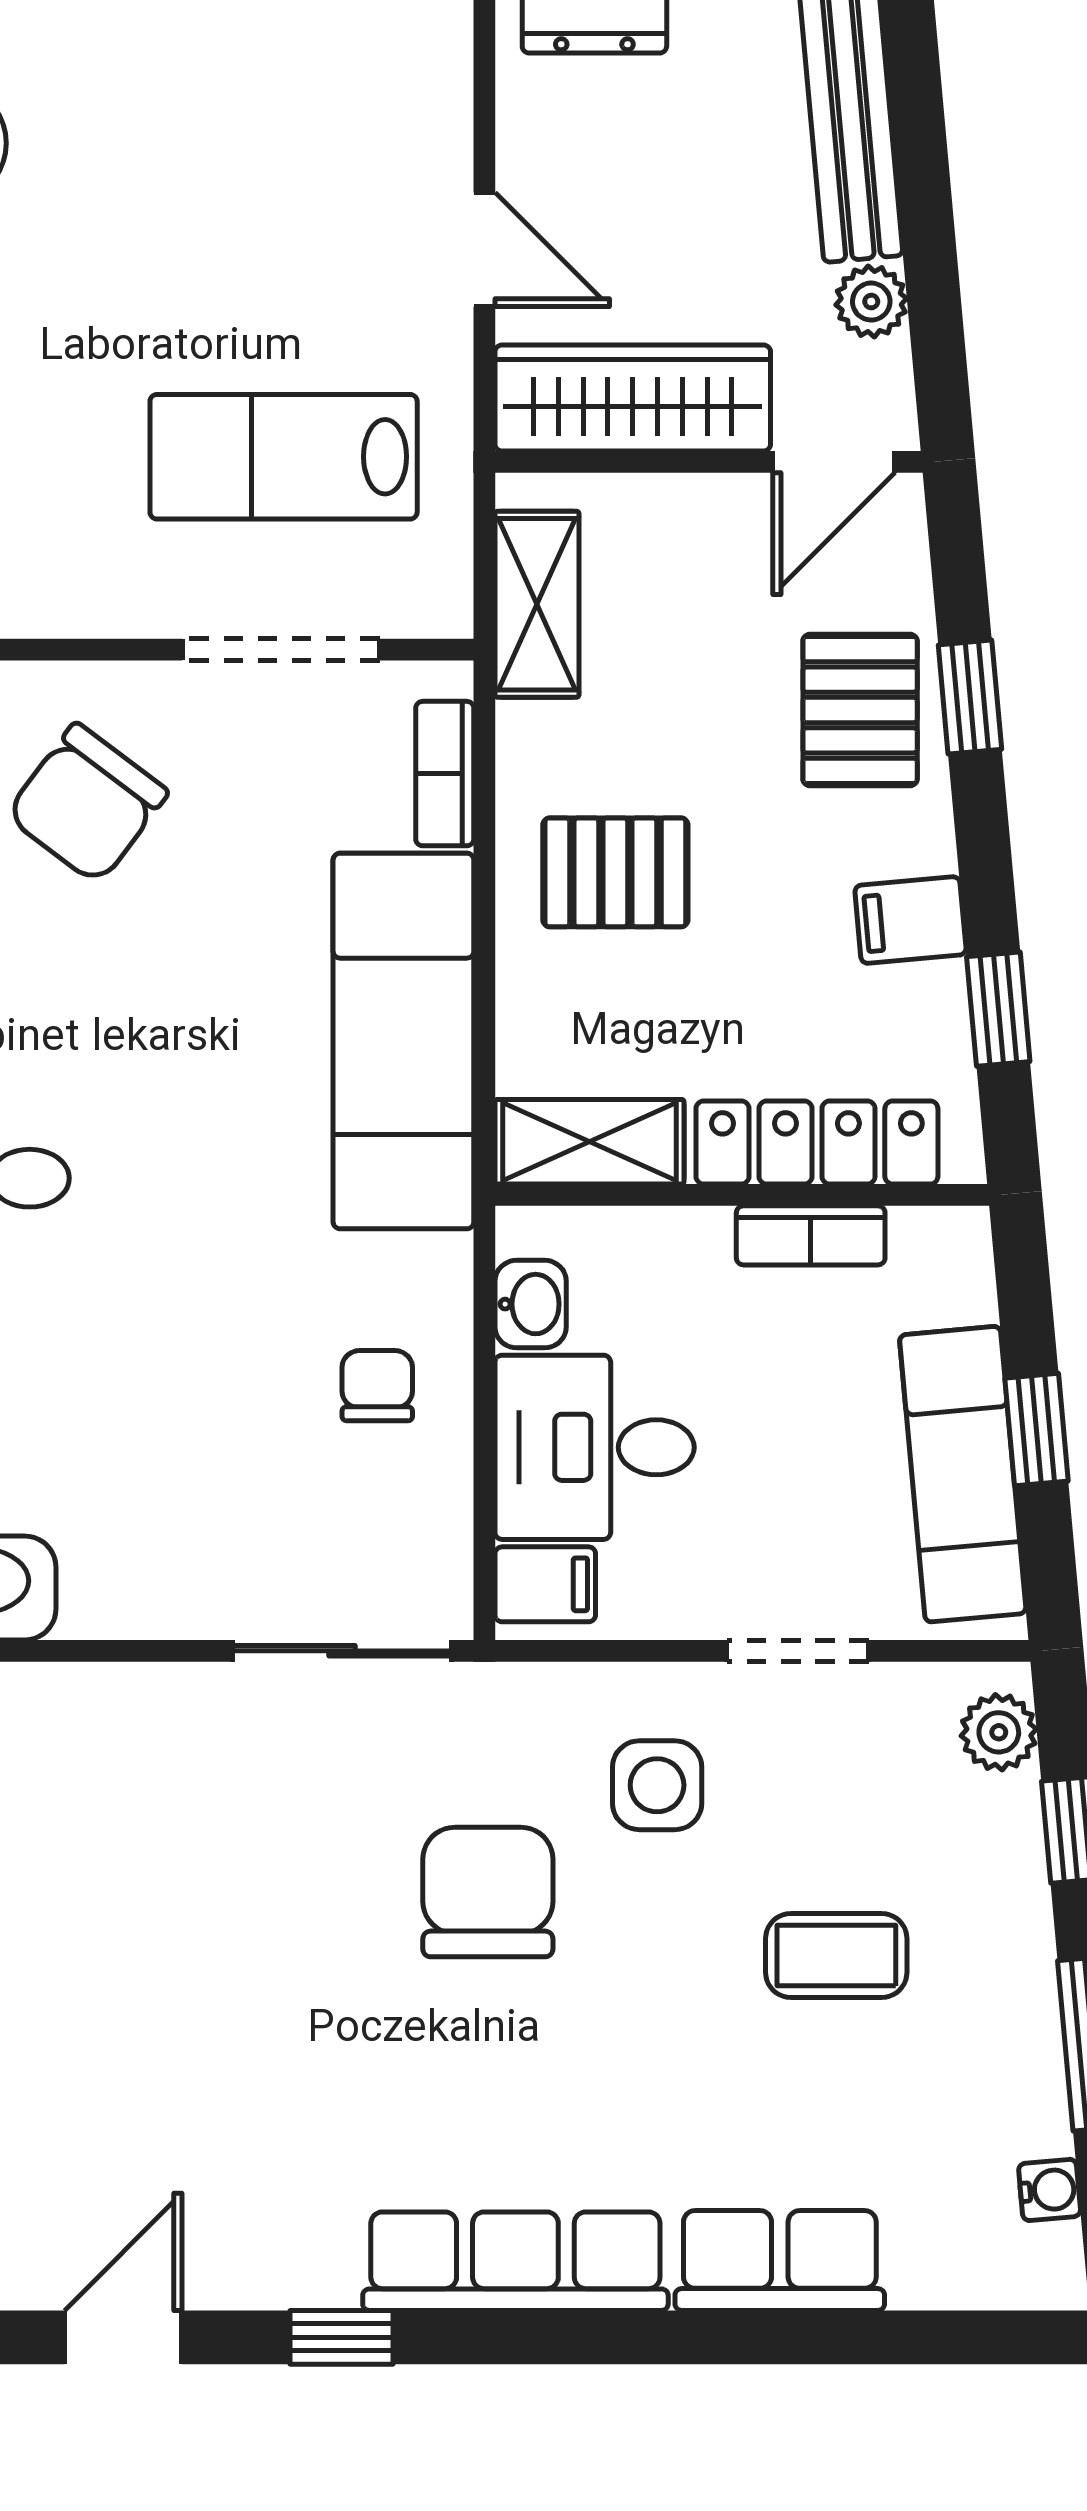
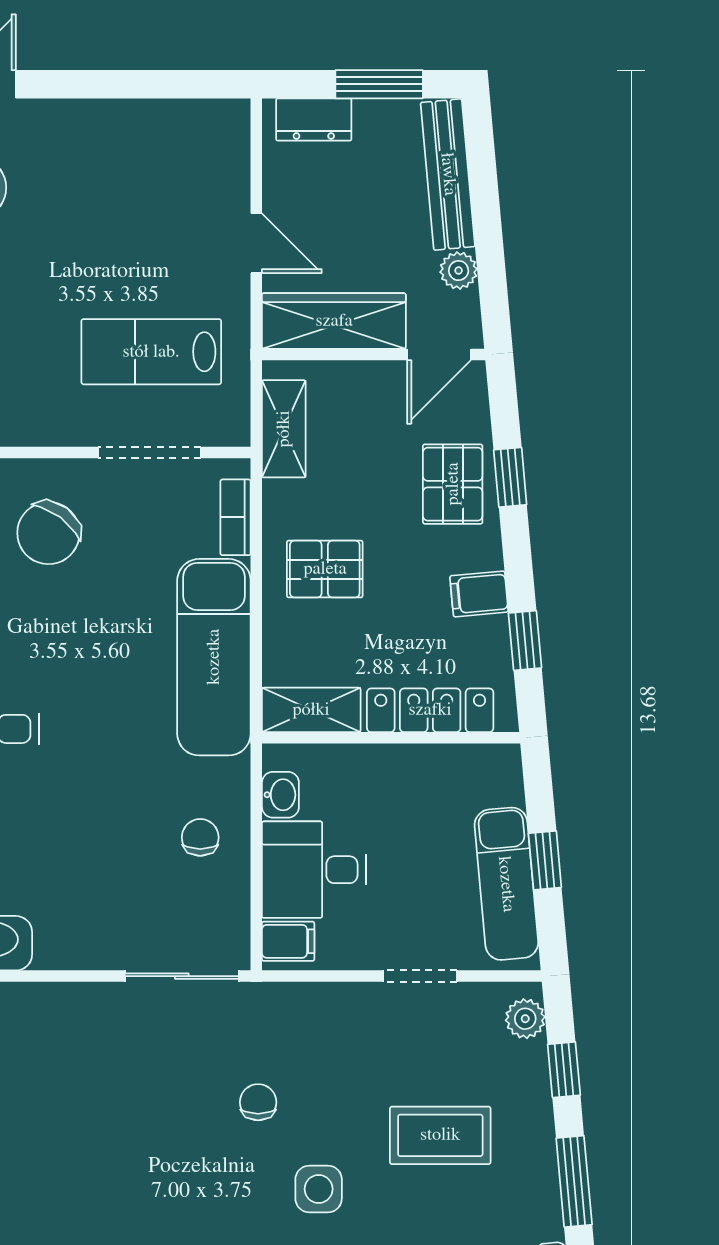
bookcase: (811, 1235) -> (427, 759), removed
side table: (657, 1785) -> (319, 1189), moved
chair: (488, 1892) -> (258, 1102), width x0.54, depth x0.54
coffee table: (836, 1955) -> (440, 1135), width x1.36, depth x1.30

